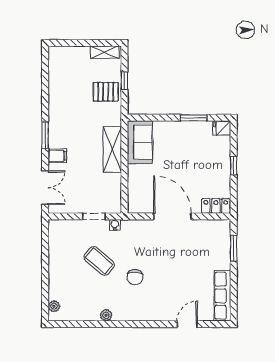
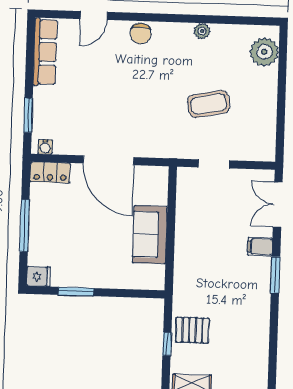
sofa: (140, 142) -> (150, 235), moved
shelving: (112, 149) -> (186, 253), removed
window: (234, 166) -> (24, 226), width x2.17
water cooler: (115, 225) -> (45, 147), moved
coffee table: (99, 261) -> (209, 104), turned -52
chair: (135, 277) -> (141, 34), moved, turned 180
plant: (54, 306) -> (264, 52), width x1.87, depth x1.87

